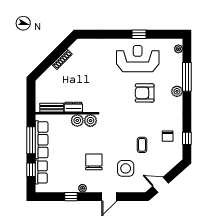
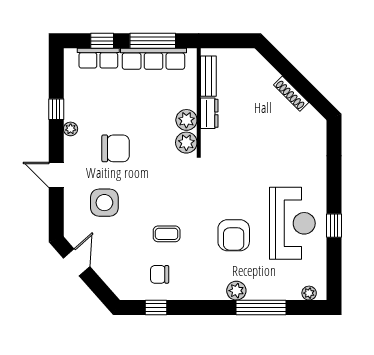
armchair: (145, 93) -> (234, 235), turned 180
coffee table: (142, 145) -> (167, 234), moved

